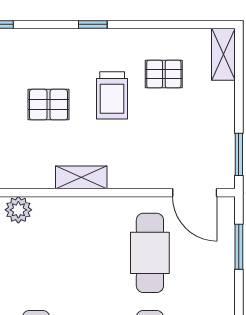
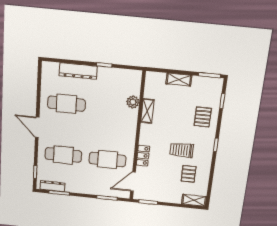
pallet: (49, 105) -> (203, 117), moved
shelving: (81, 177) -> (147, 111), moved
locker: (133, 177) -> (143, 156), added

